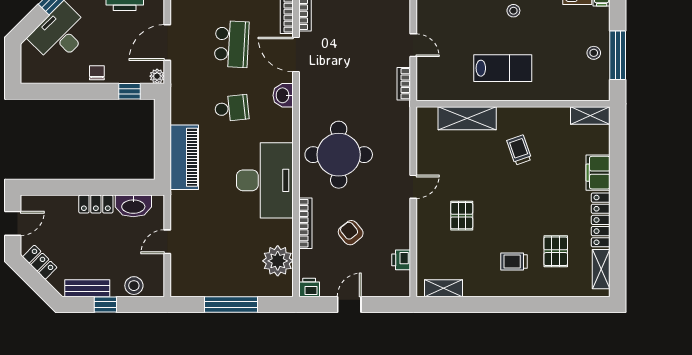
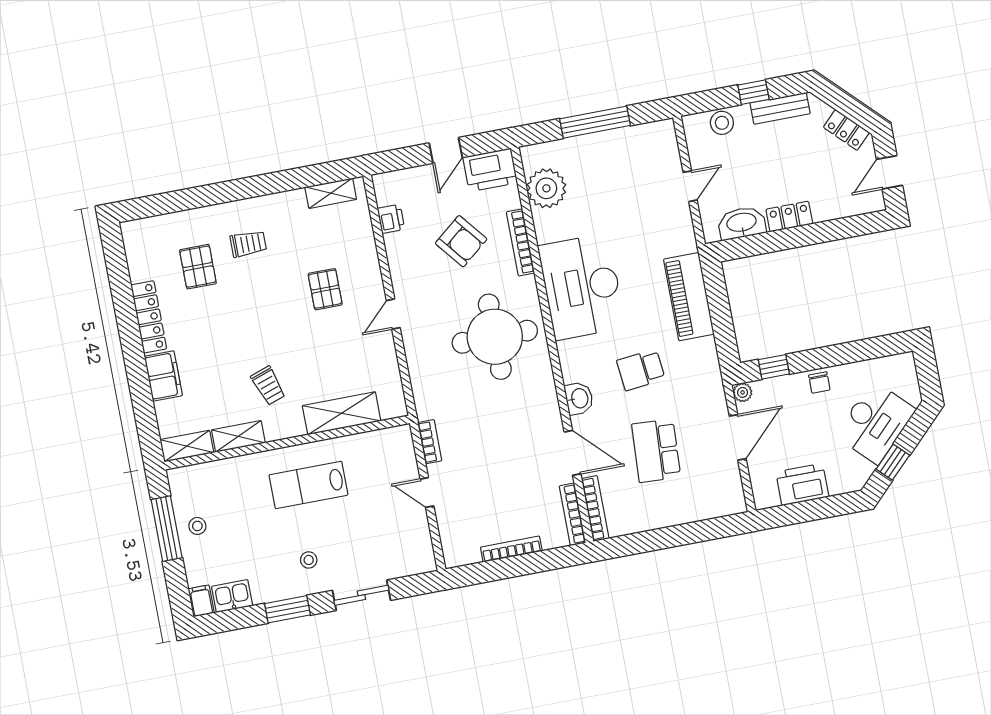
armchair: (351, 233) -> (461, 241), width x1.38, depth x1.38
shelving: (601, 269) -> (238, 436), moved, turned 90
printer: (309, 287) -> (490, 170), width x1.87, depth x1.48

